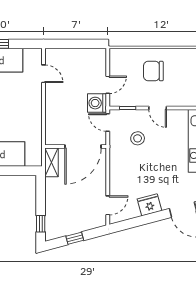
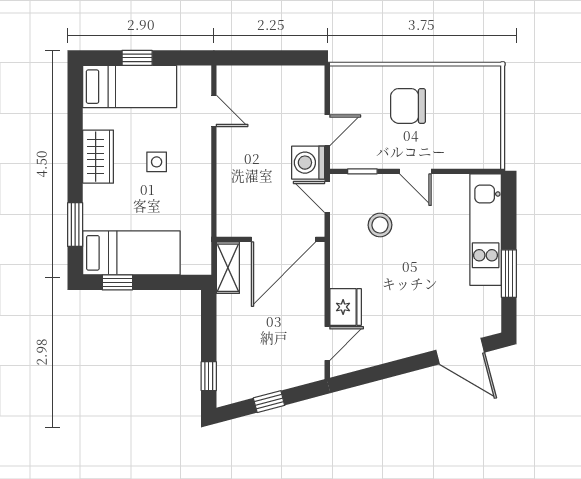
side table: (11, 103) -> (157, 162), added
fridge: (150, 205) -> (346, 307), moved, turned 105

